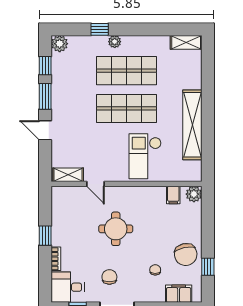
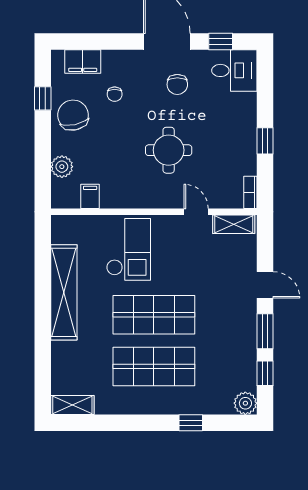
plant: (115, 42) -> (170, 406), removed
plant: (194, 194) -> (62, 167), moved
bookcase: (56, 259) -> (250, 192), moved

